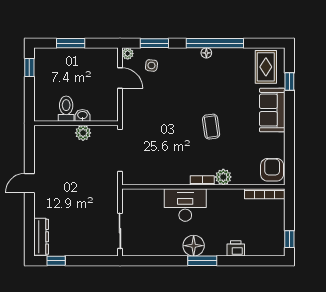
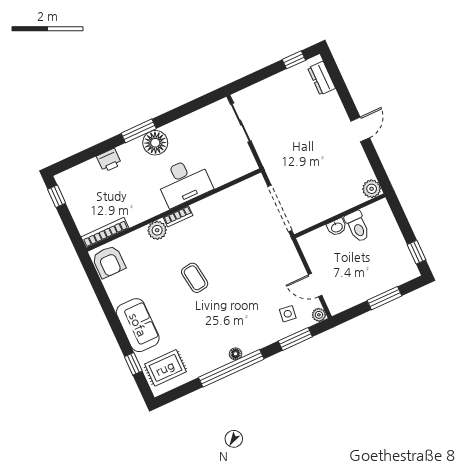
rug: (266, 67) -> (165, 368), turned 90
plant: (83, 133) -> (372, 189), moved
dresser: (41, 237) -> (322, 78), width x0.70

